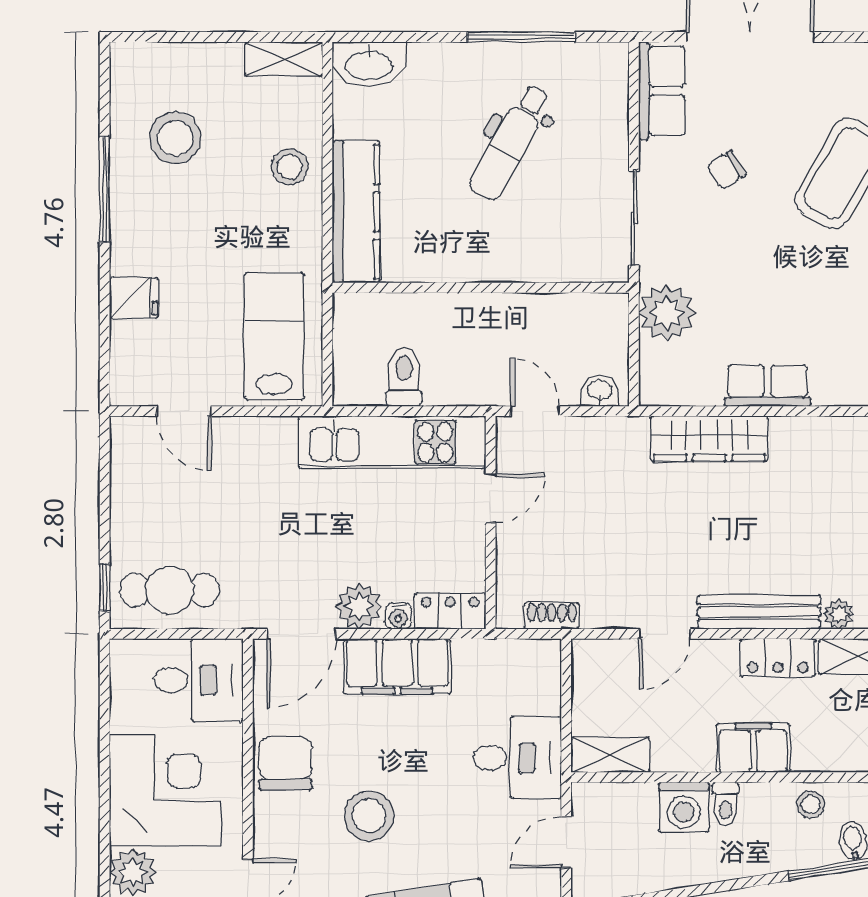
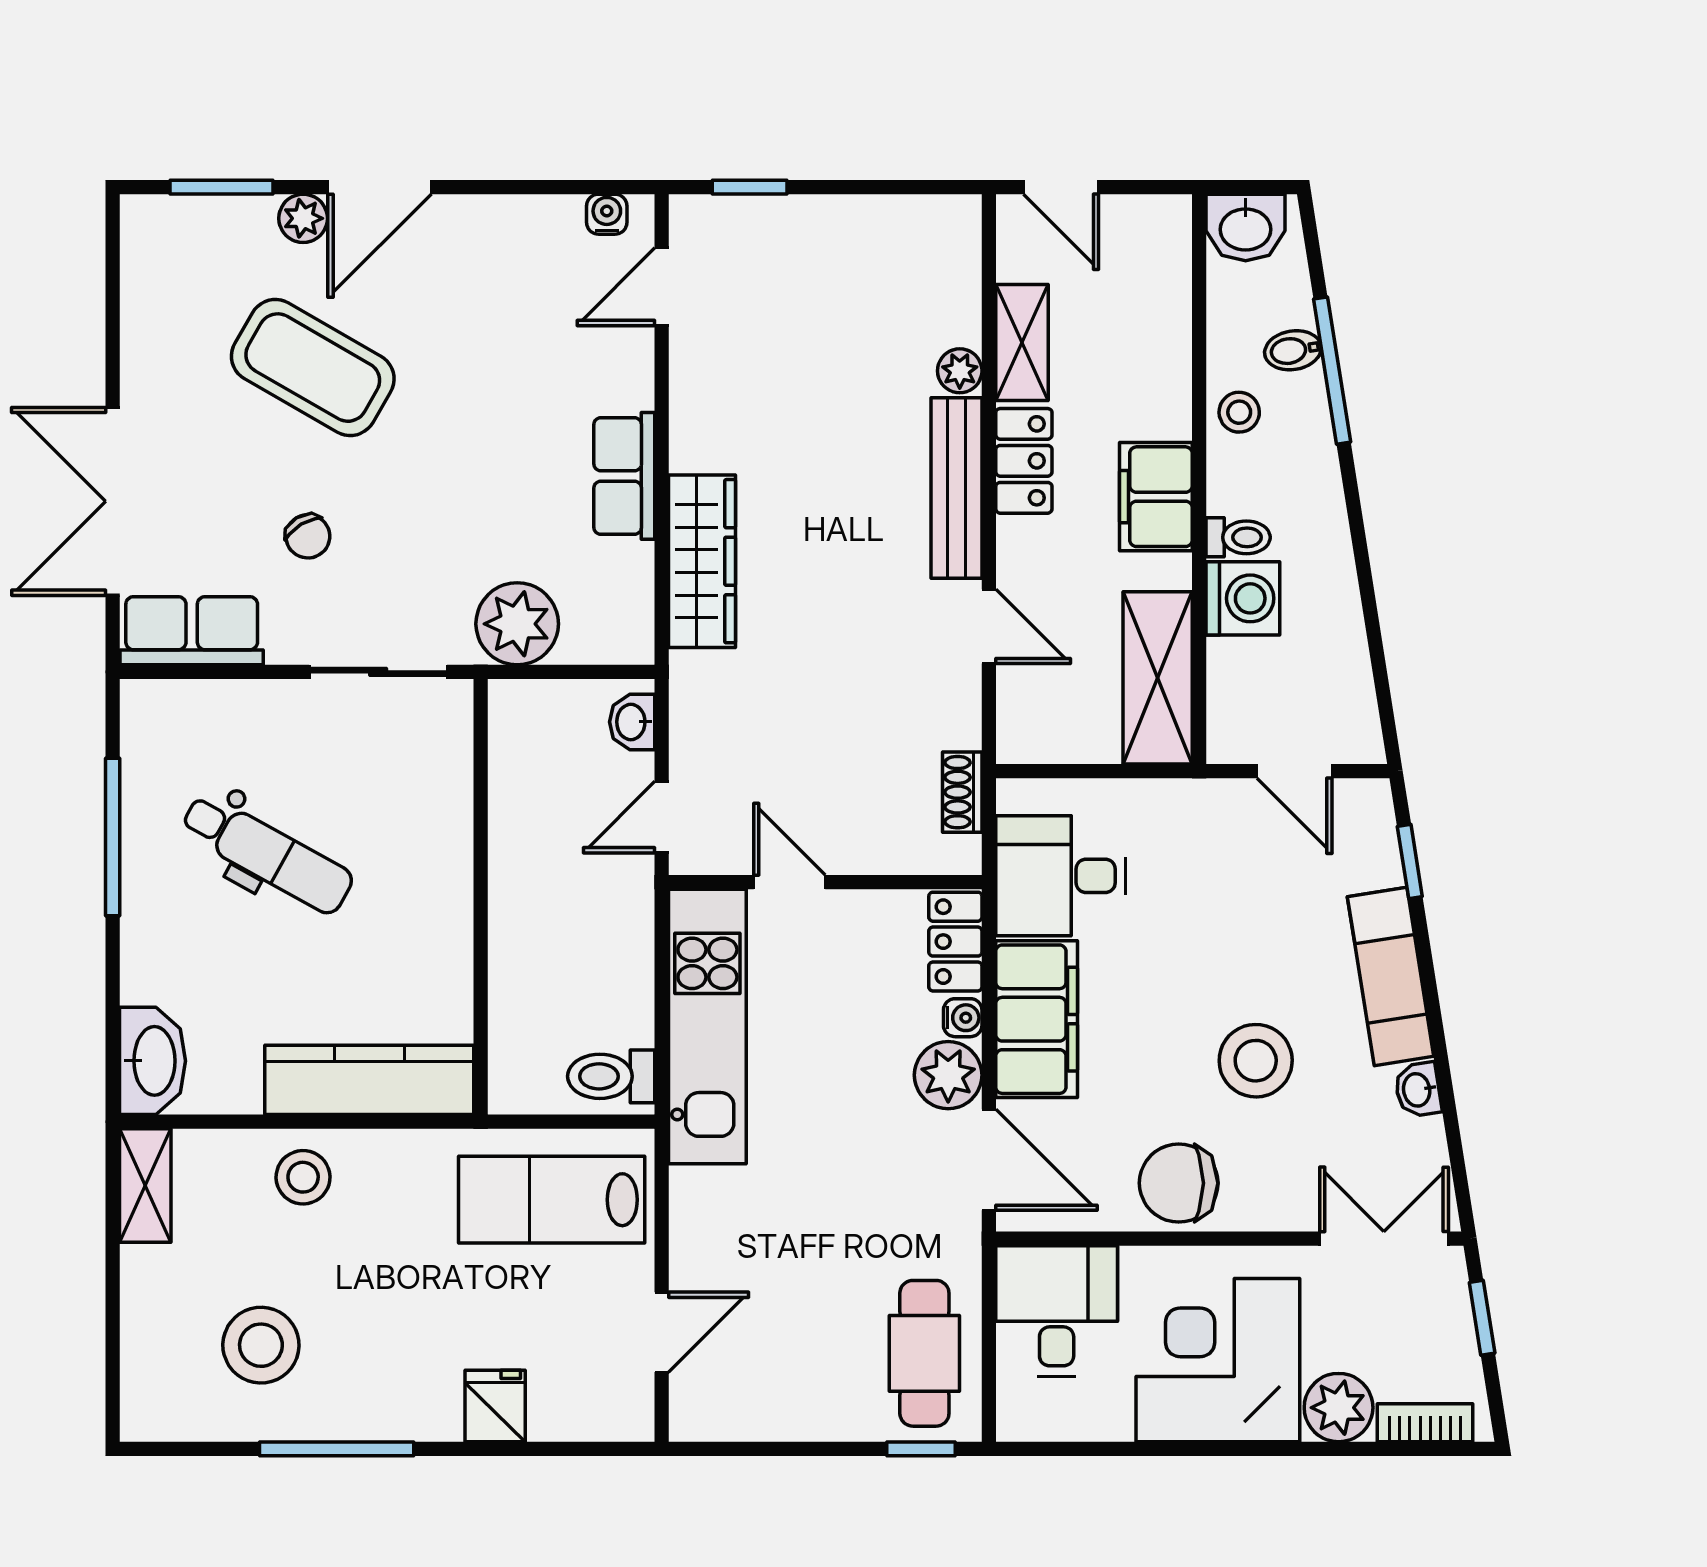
toilet: (404, 377) -> (611, 1076), moved
shelving: (610, 755) -> (1158, 678), width x1.50, depth x1.33
desk: (517, 758) -> (1061, 876), moved, turned -90

